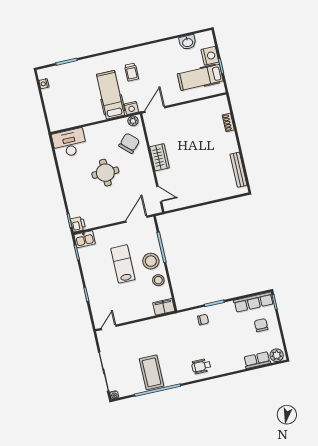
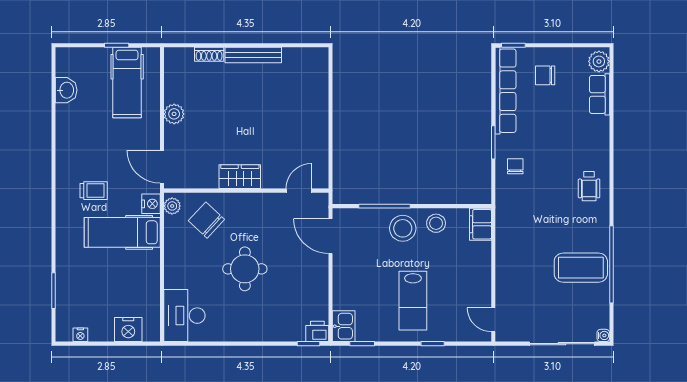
nightstand: (210, 56) -> (128, 330), moved, turned 180
plant: (188, 110) -> (174, 114), added
bench: (238, 170) -> (253, 55), moved
lab bench: (123, 264) -> (413, 301), moved, turned -90
row of seats: (253, 302) -> (506, 91), width x1.36

